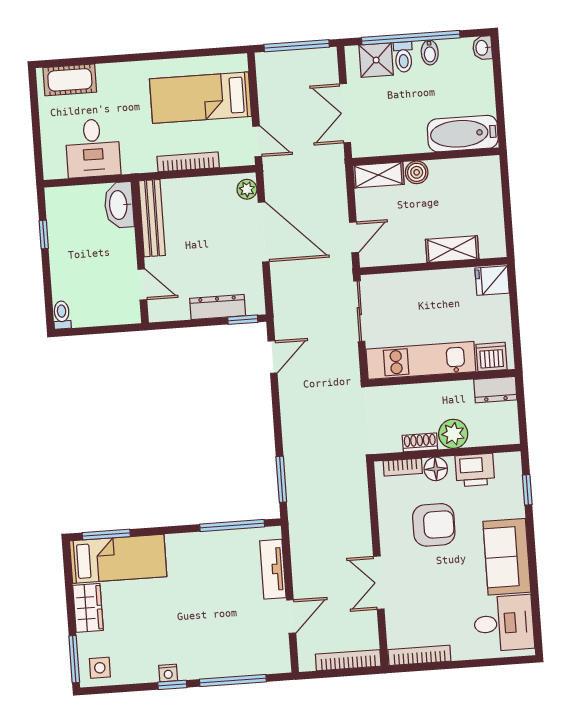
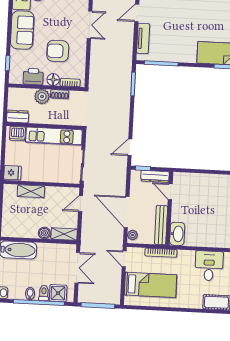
washbasin: (119, 205) -> (177, 234), moved
bench: (152, 218) -> (161, 225), moved
wall: (140, 252) -> (169, 208), moved
door: (142, 285) -> (170, 192), moved

